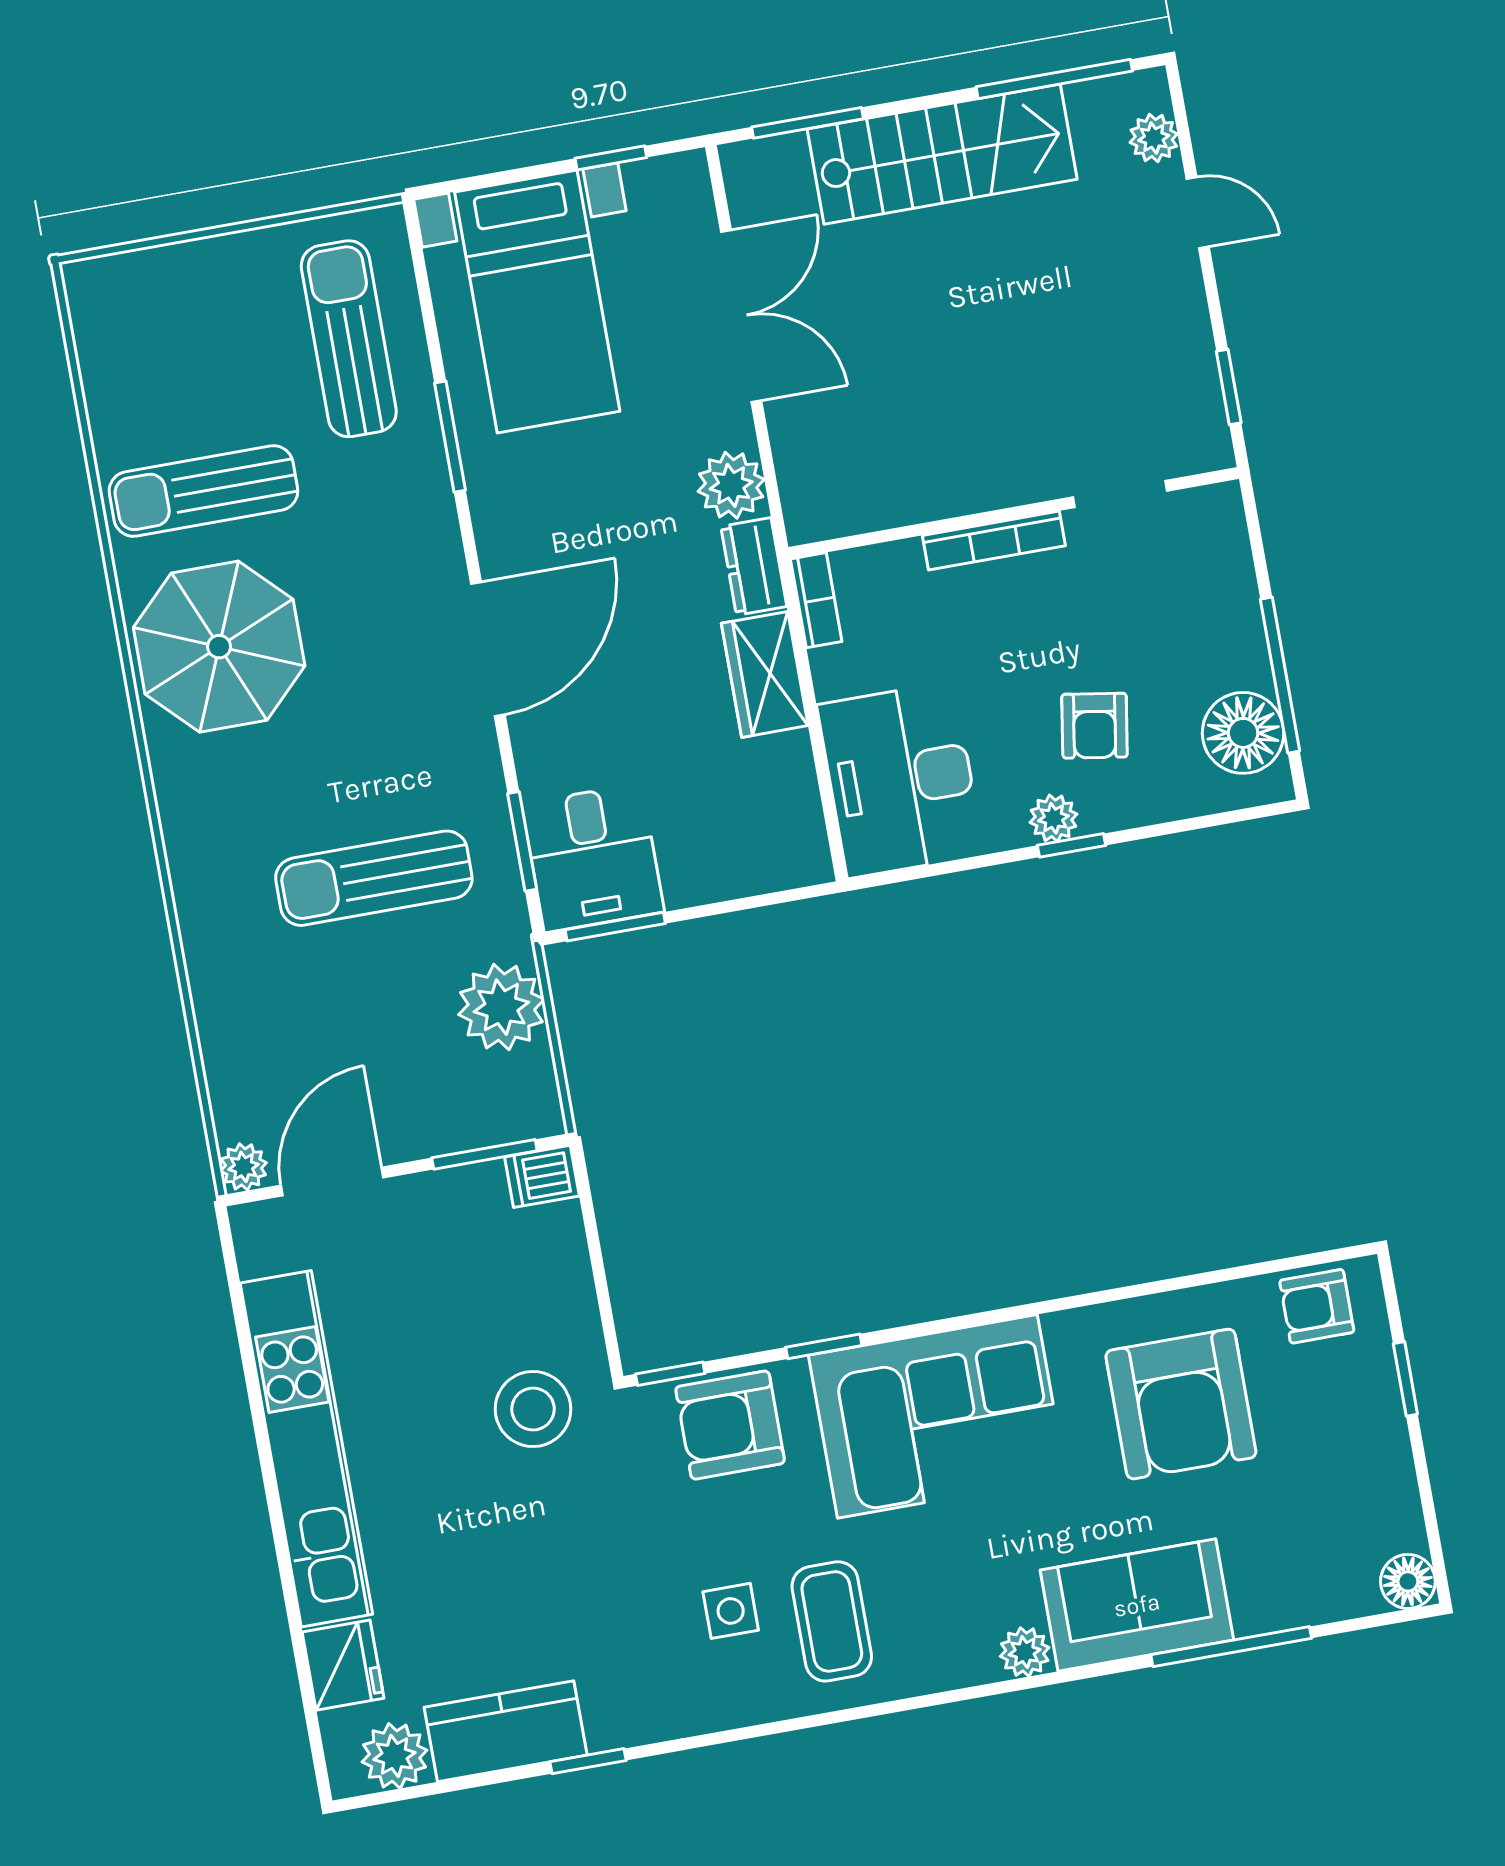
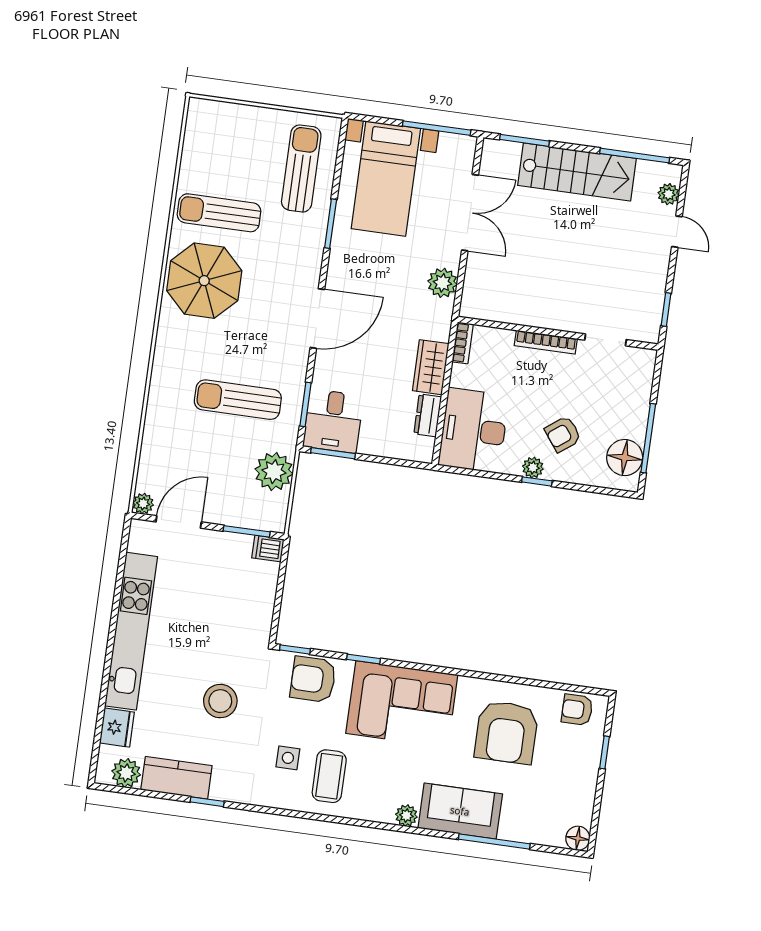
window: (611, 158) -> (437, 128), width x2.17
dresser: (754, 566) -> (428, 415), moved
armchair: (1095, 726) -> (563, 434), turned 44
stool: (533, 1409) -> (220, 701), moved

